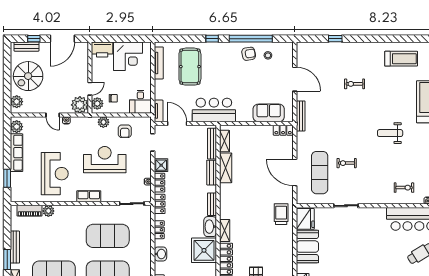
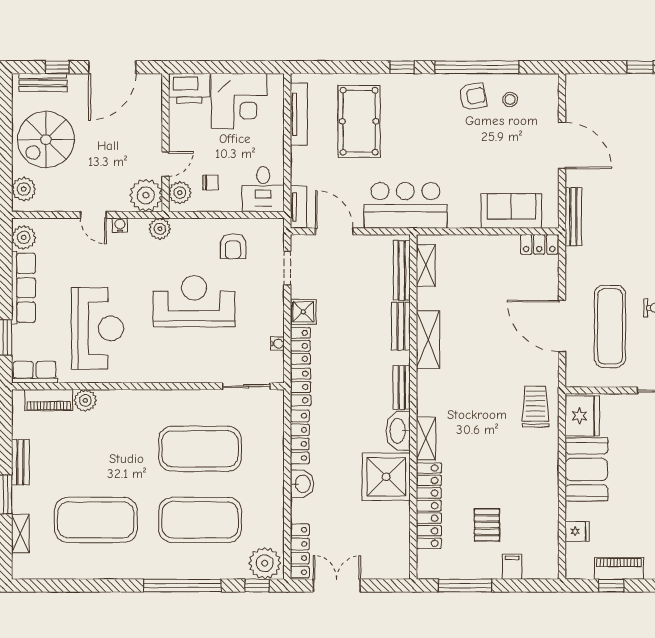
plant: (103, 122) -> (160, 229), moved
shelving: (226, 168) -> (428, 339), moved
row of seats: (89, 196) -> (35, 372), moved
locker: (159, 230) -> (300, 437), width x1.53
bench: (15, 247) -> (20, 462), width x0.73

